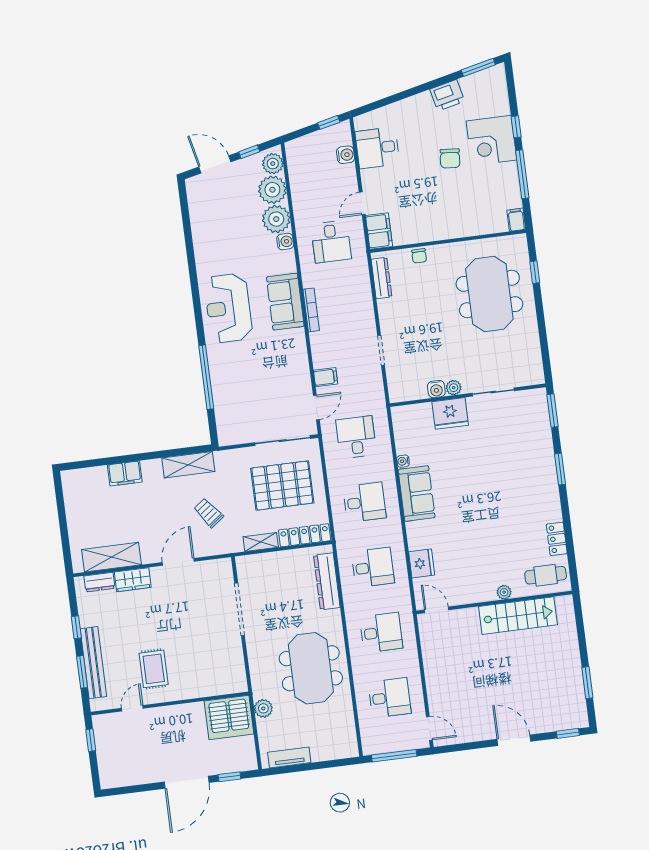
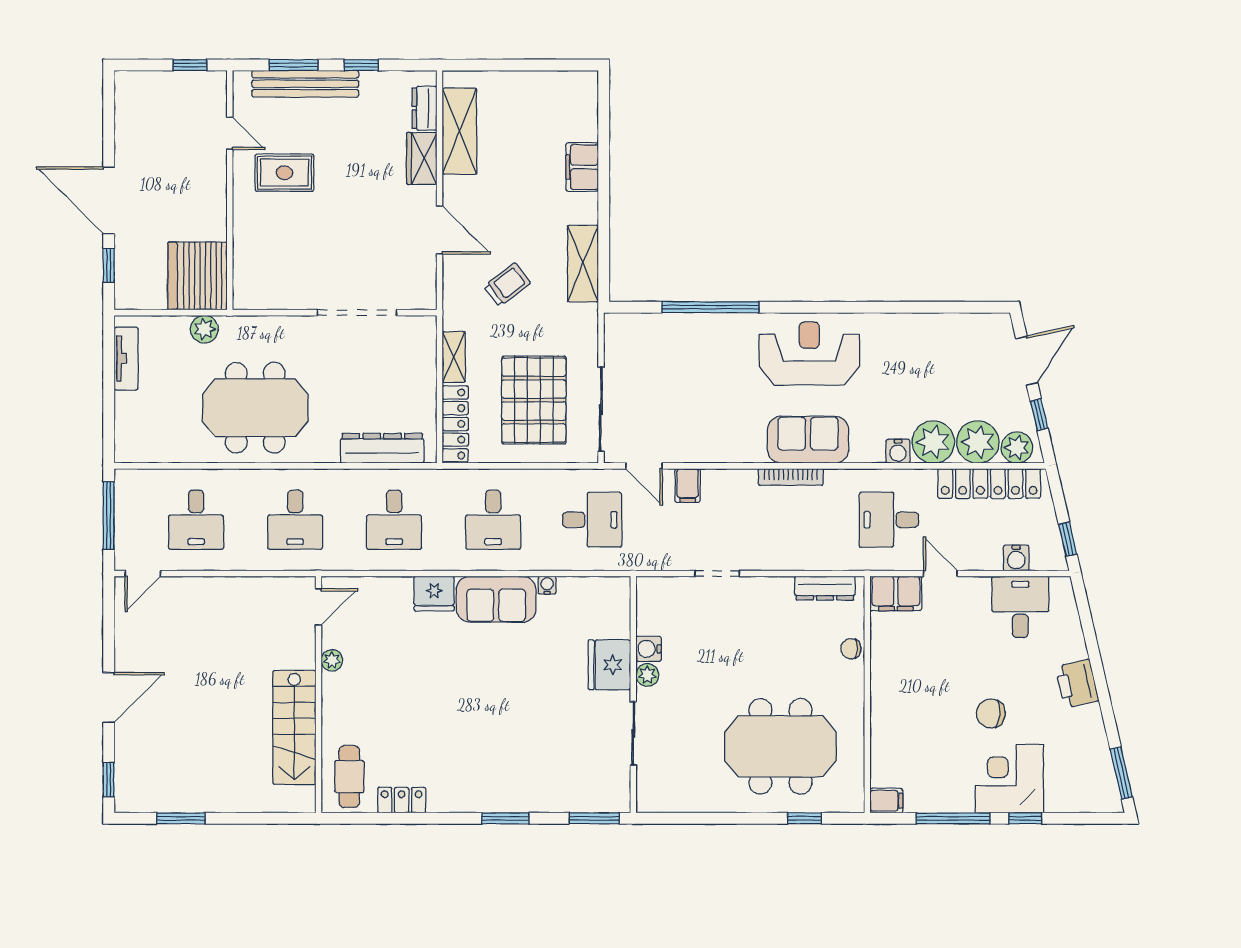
printer: (447, 95) -> (1077, 684), moved
locker: (299, 179) -> (989, 484), added
fridge: (422, 563) -> (434, 594), moved
plant: (504, 592) -> (332, 660), moved

